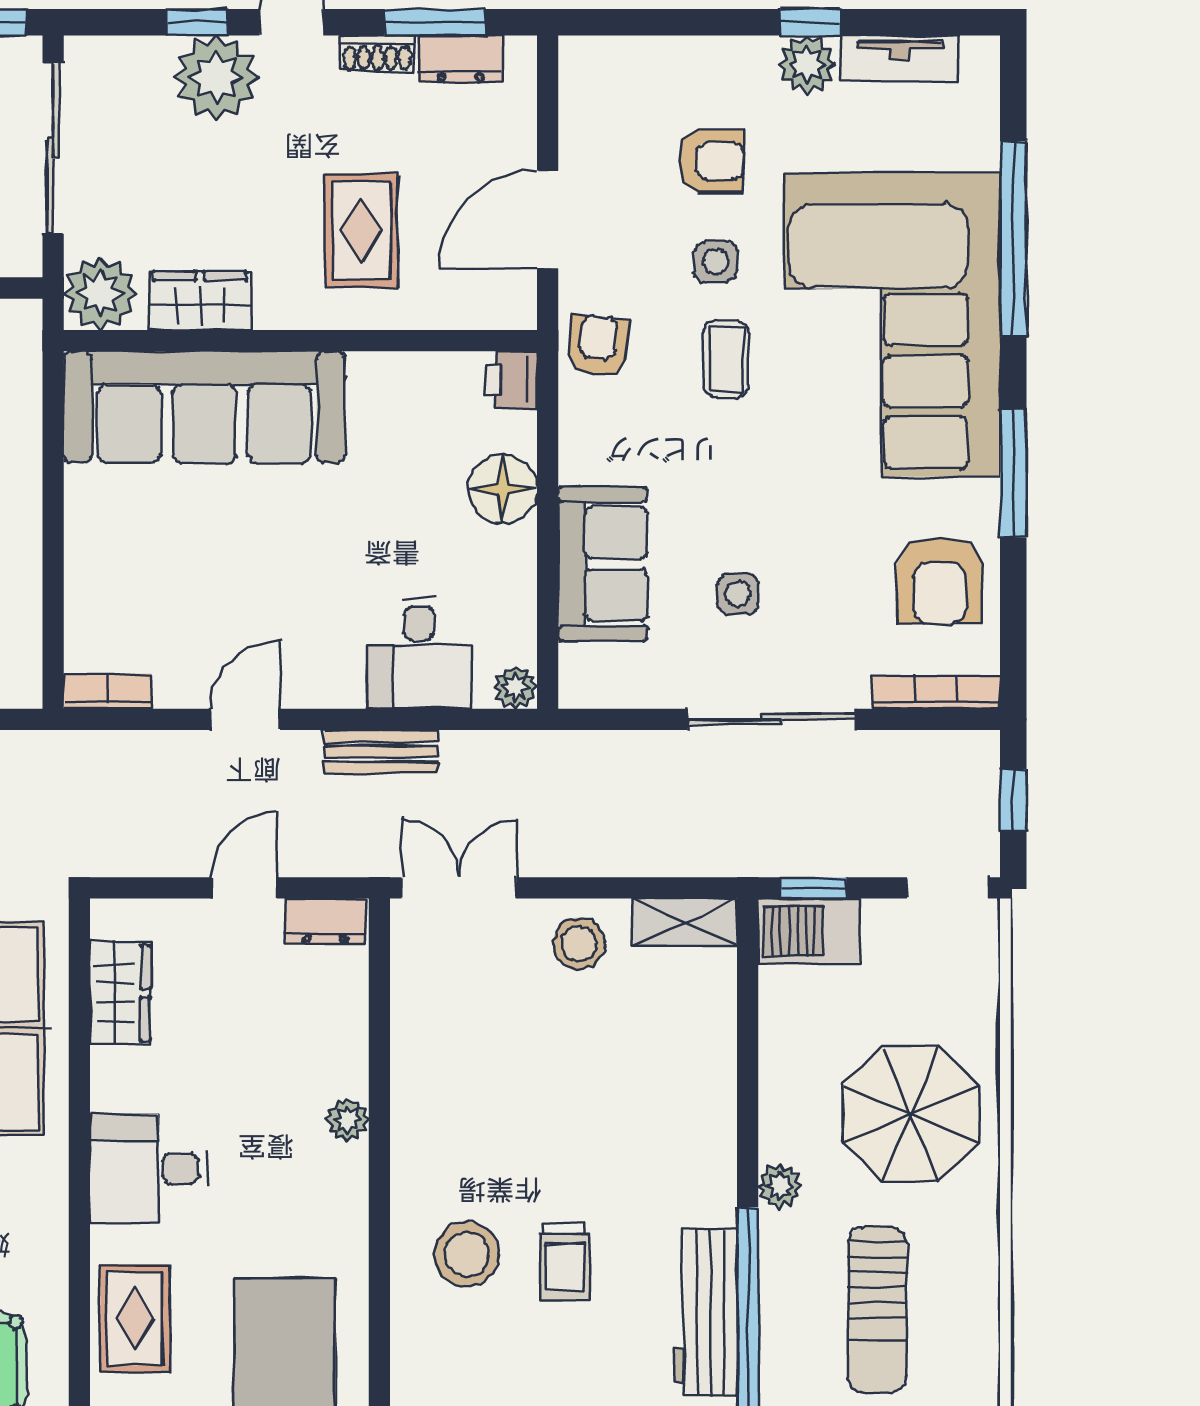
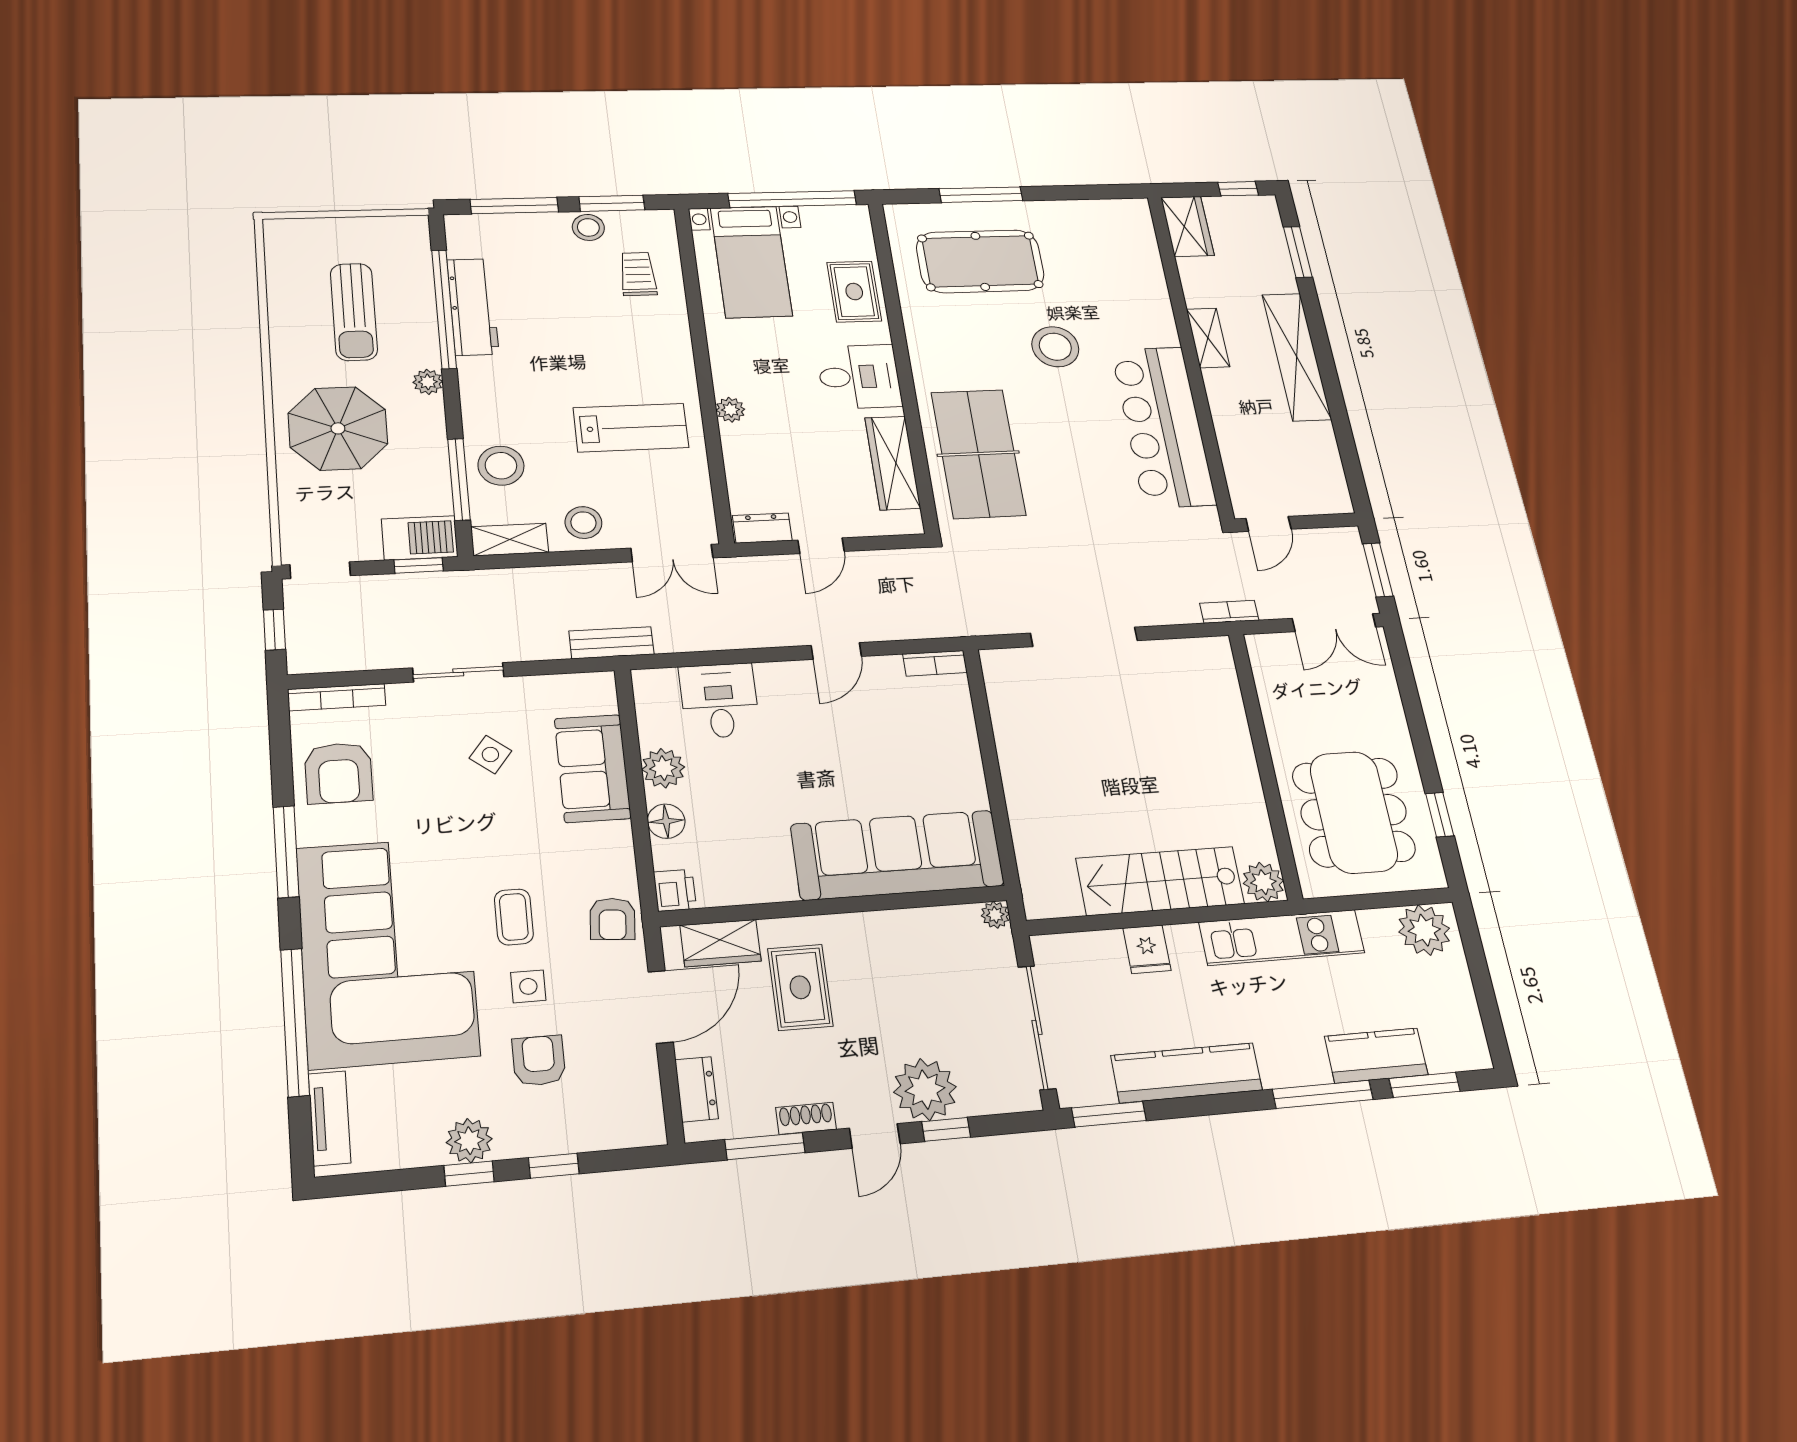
window: (704, 22) -> (554, 1166), added
tv unit: (900, 58) -> (329, 1118), moved, turned 90
dresser: (461, 59) -> (697, 1089), moved, turned 90
armchair: (711, 161) -> (539, 1061), turned 90
plant: (100, 293) -> (995, 915), width x0.53, depth x0.53
wardrobe: (200, 301) -> (720, 943), moved
floor lamp: (503, 489) -> (666, 821), width x0.73, depth x0.73
armchair: (940, 581) -> (339, 773), turned 180
side table: (738, 594) -> (490, 754), turned 38
plant: (516, 687) -> (663, 768), moved, width x1.38, depth x1.38
sliding door: (771, 719) -> (458, 672), width x0.73
bench: (381, 752) -> (612, 643), moved
wardrobe: (120, 993) -> (893, 463), width x1.50
window: (748, 1023) -> (459, 479), added
lab bench: (496, 1096) -> (631, 428), added
stool: (467, 1254) -> (501, 466), moved
trolley: (564, 1262) -> (638, 274), moved
sun lounger: (877, 1310) -> (354, 312), turned 180

